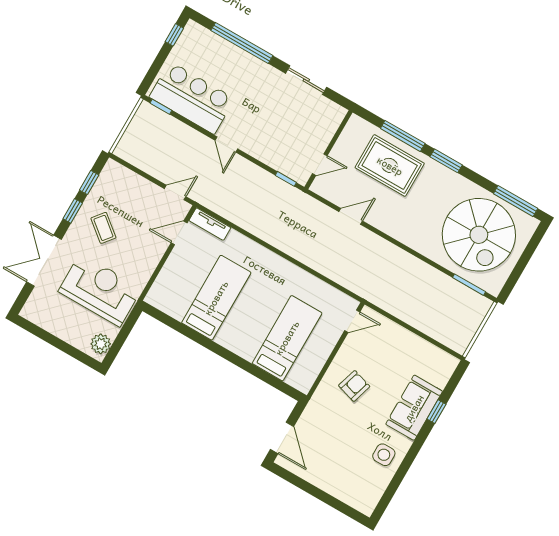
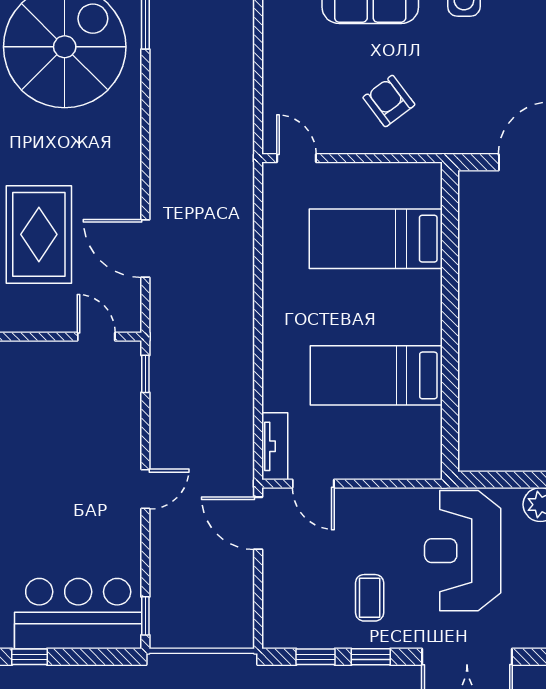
bar counter: (192, 98) -> (78, 614), moved, turned 90
door: (175, 193) -> (258, 523), width x1.38
door: (351, 216) -> (145, 248), width x1.38
coffee table: (103, 228) -> (370, 598), turned -39
armchair: (354, 386) -> (389, 101), turned 36

